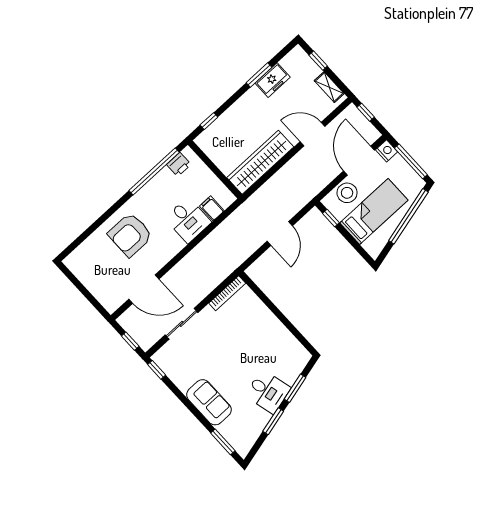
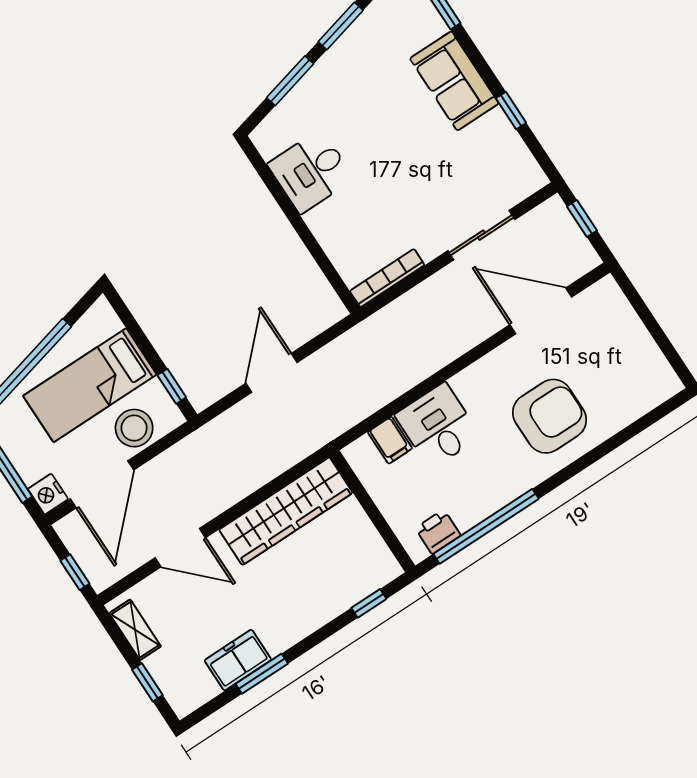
window: (157, 370) -> (511, 110), moved
desk: (268, 392) -> (311, 171), moved, turned -76

